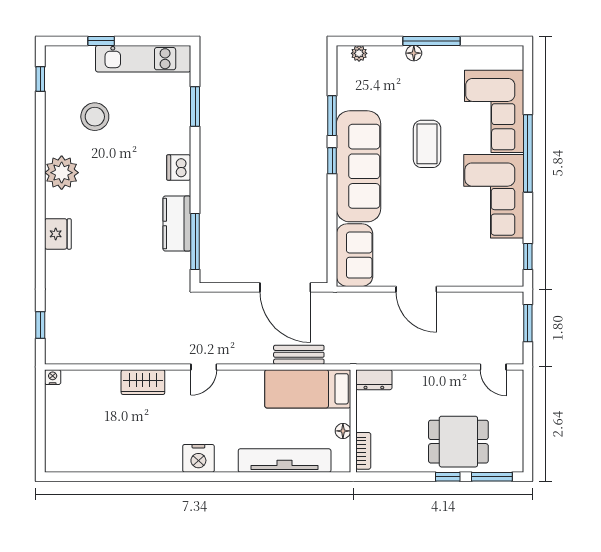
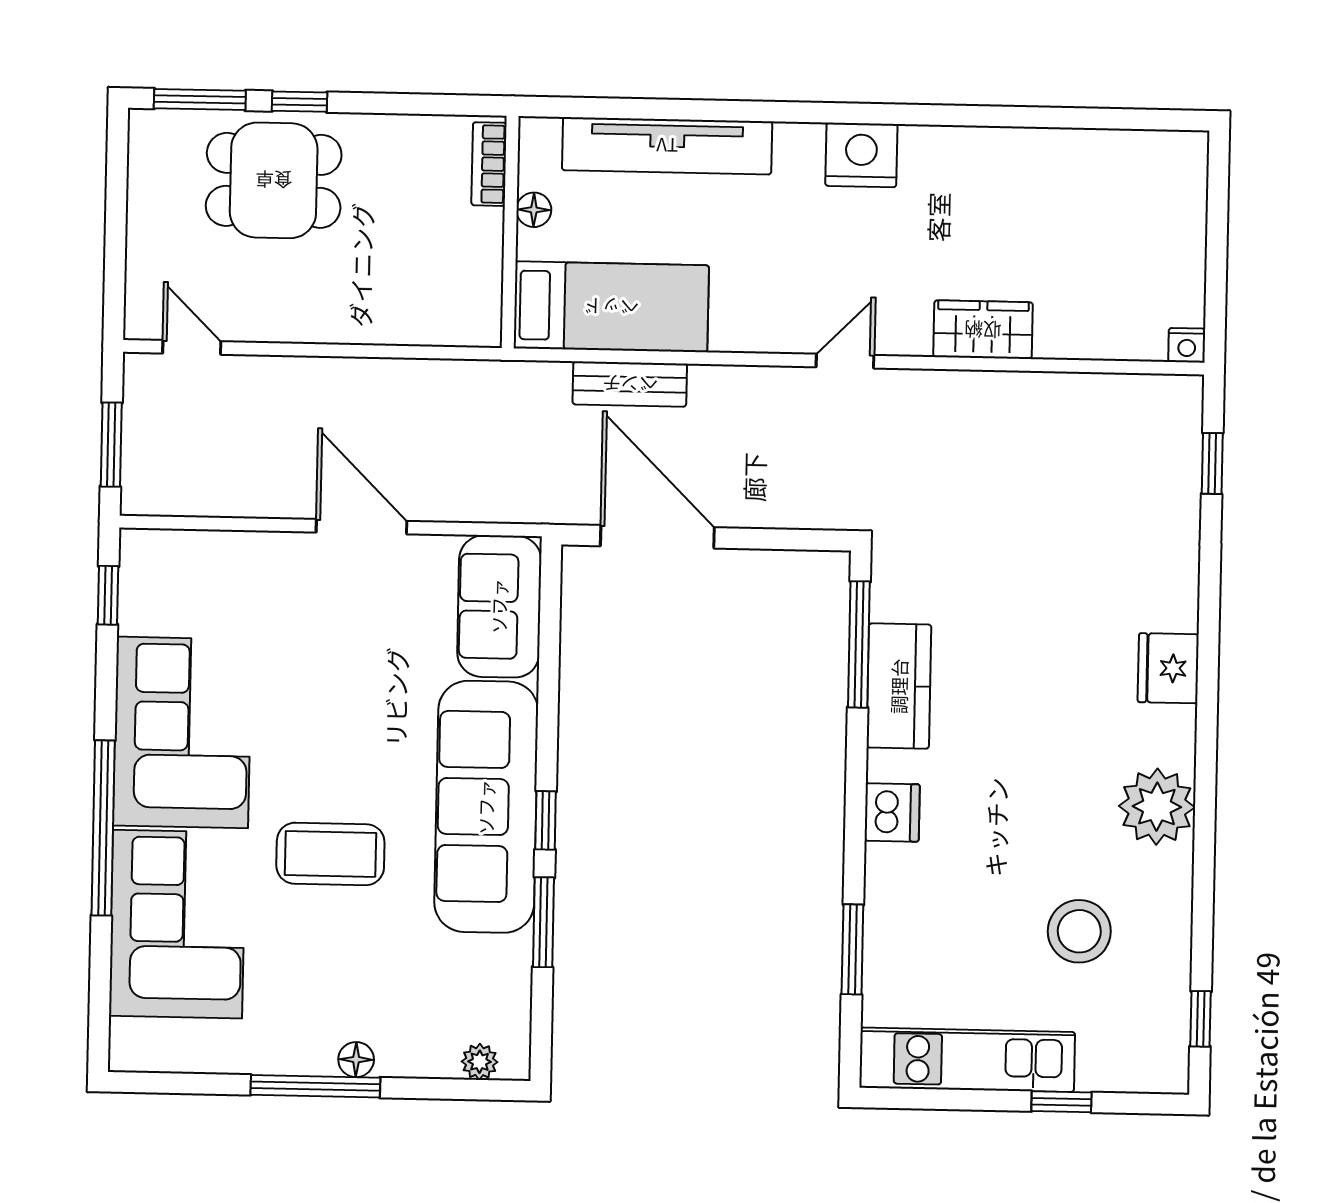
coffee table: (427, 144) -> (330, 854), turned 90
dresser: (374, 380) -> (462, 324), removed

